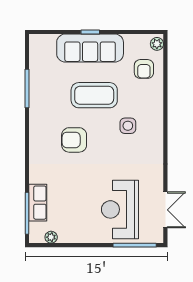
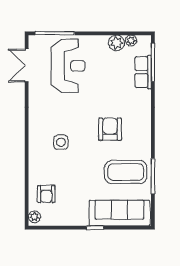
sofa: (90, 48) -> (119, 213), moved
armchair: (144, 69) -> (46, 194), turned 180
coffee table: (94, 95) -> (126, 172), moved
armchair: (74, 140) -> (110, 129), turned -90
plant: (67, 235) -> (116, 43), added

